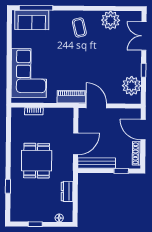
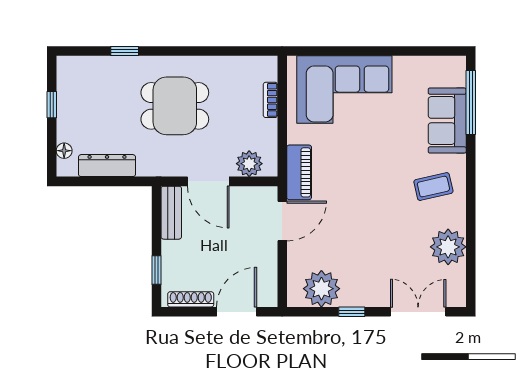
sofa: (32, 20) -> (447, 121), moved
plant: (67, 122) -> (249, 164), added
bench: (97, 163) -> (171, 213), width x0.73
dresser: (67, 191) -> (107, 166), width x1.44

